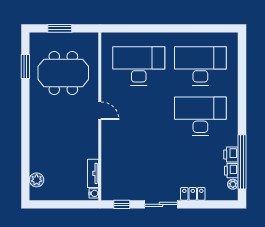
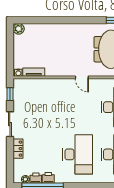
door: (100, 111) -> (82, 77), hinge flipped
plant: (37, 180) -> (19, 29), moved

